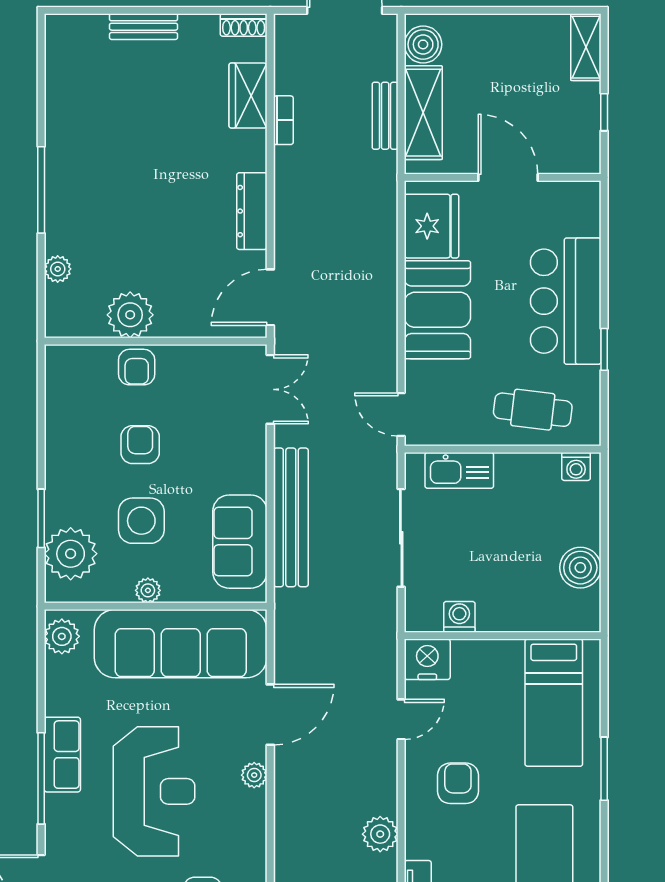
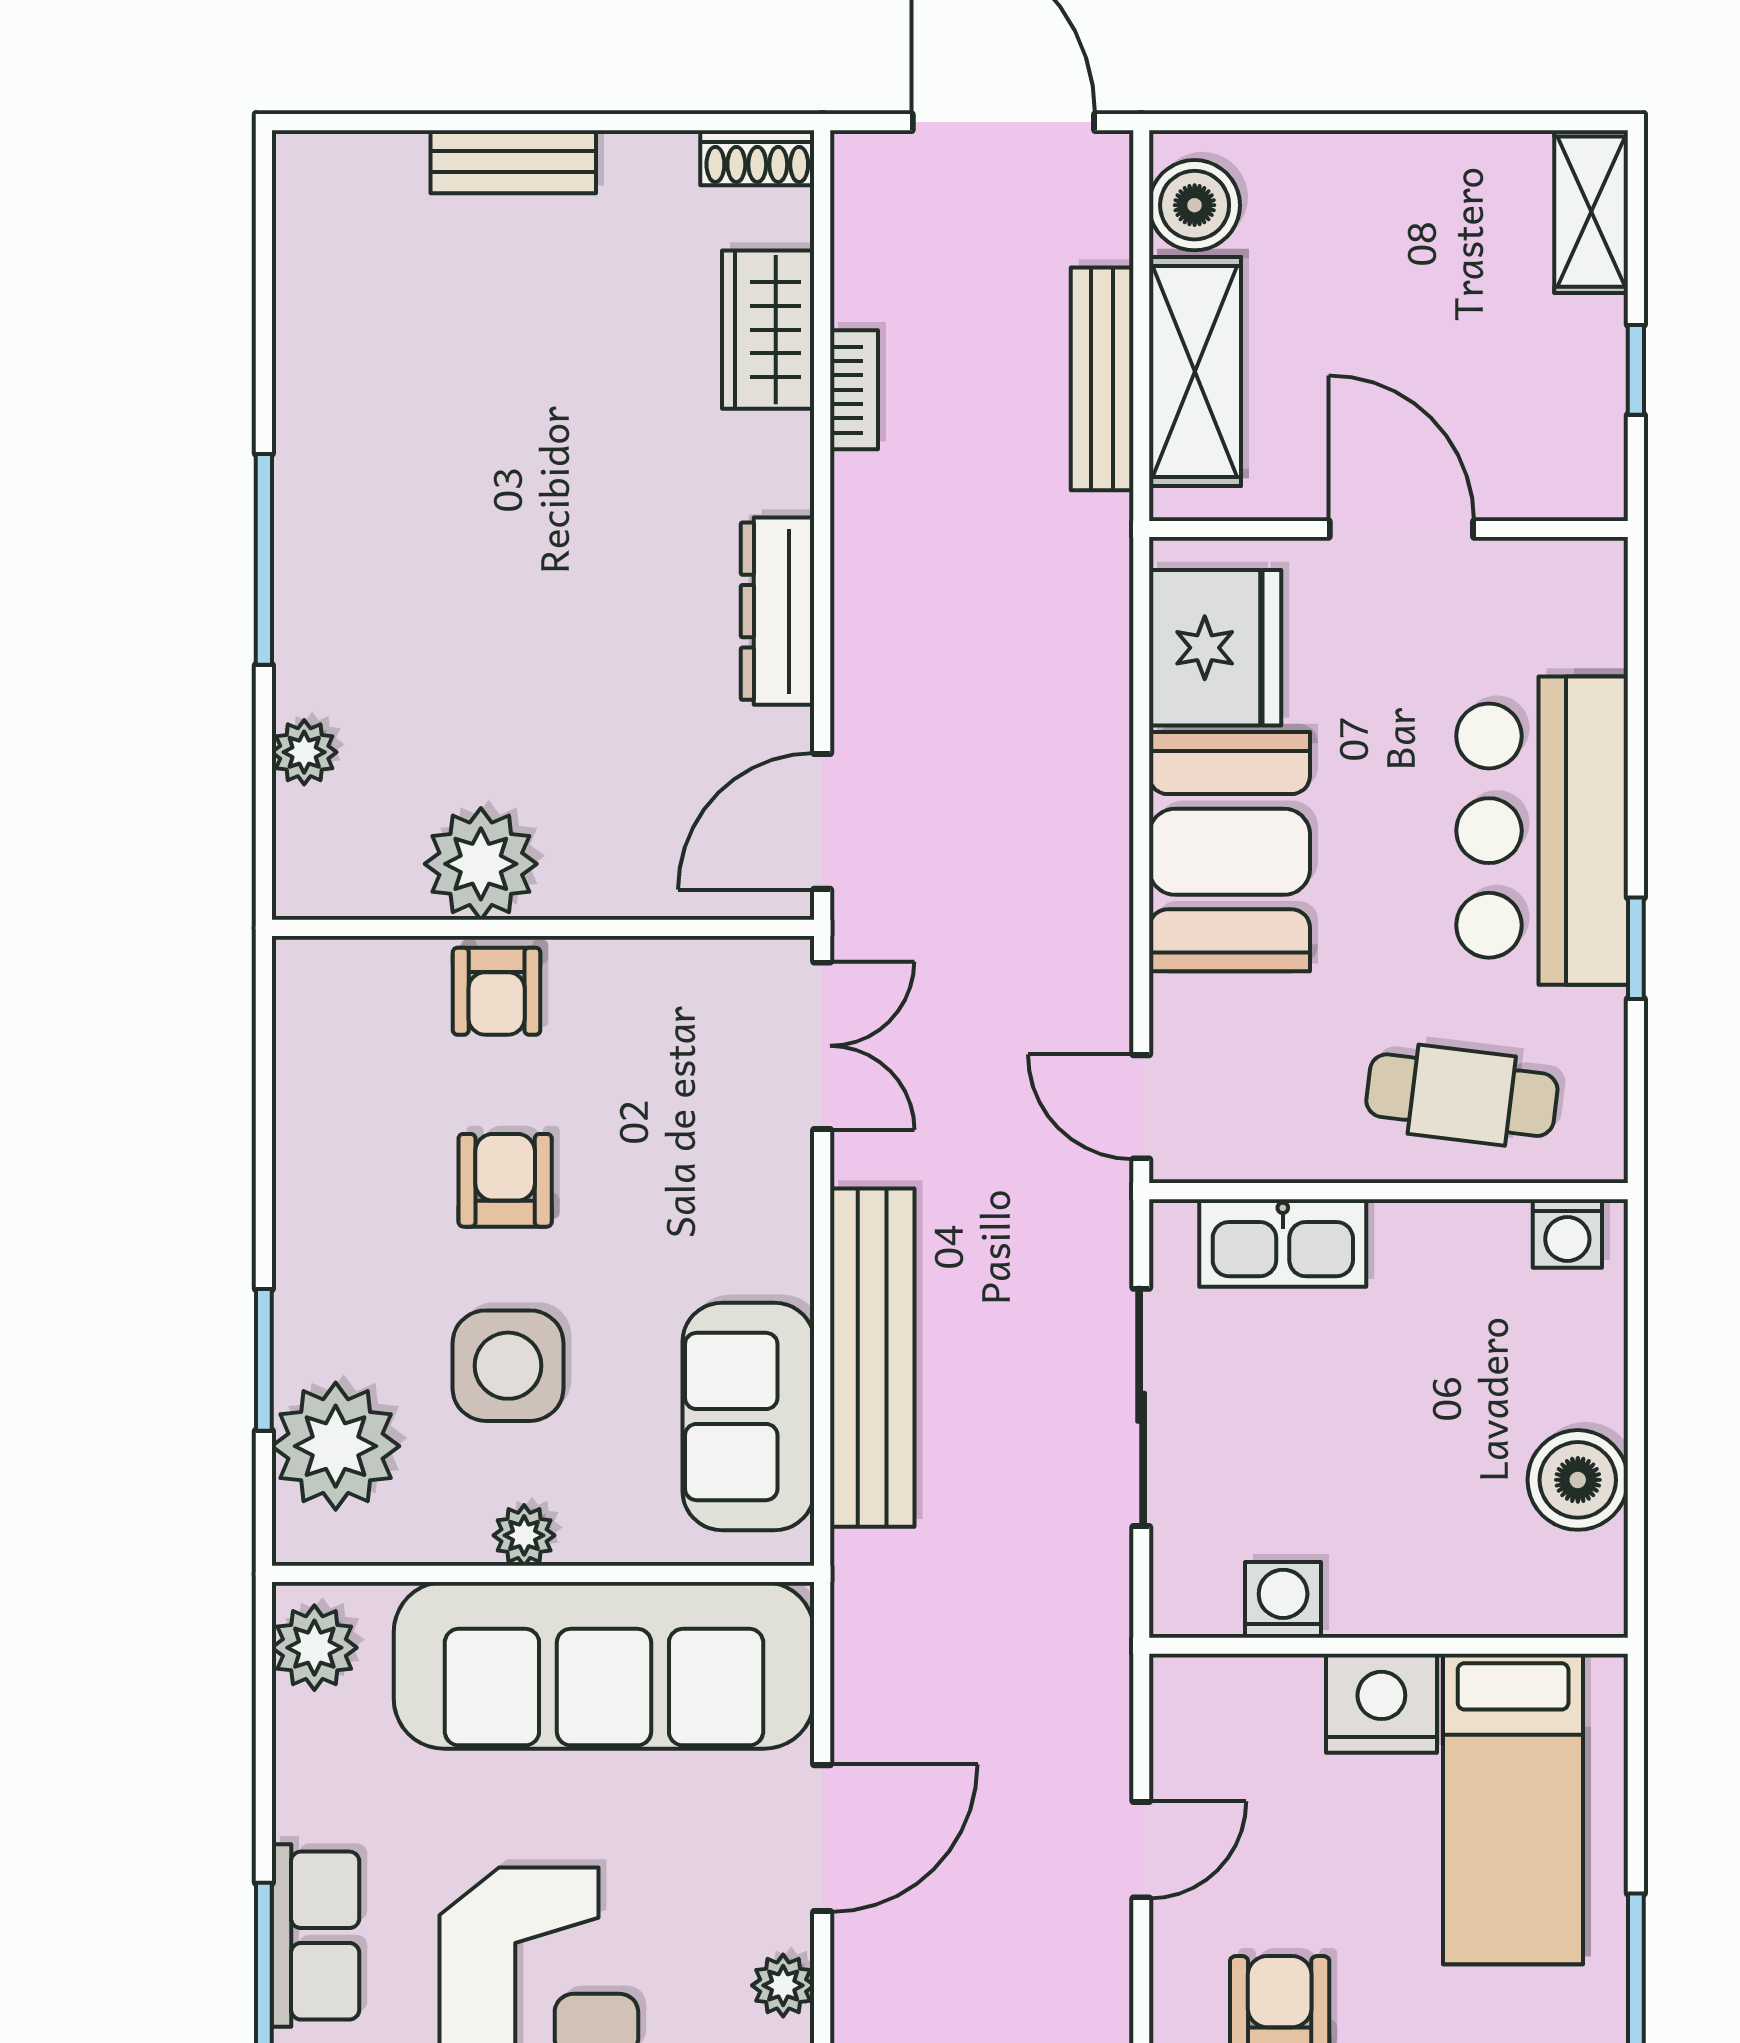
bench: (385, 116) -> (1102, 379), width x1.36
nightstand: (427, 659) -> (1381, 1703), moved

